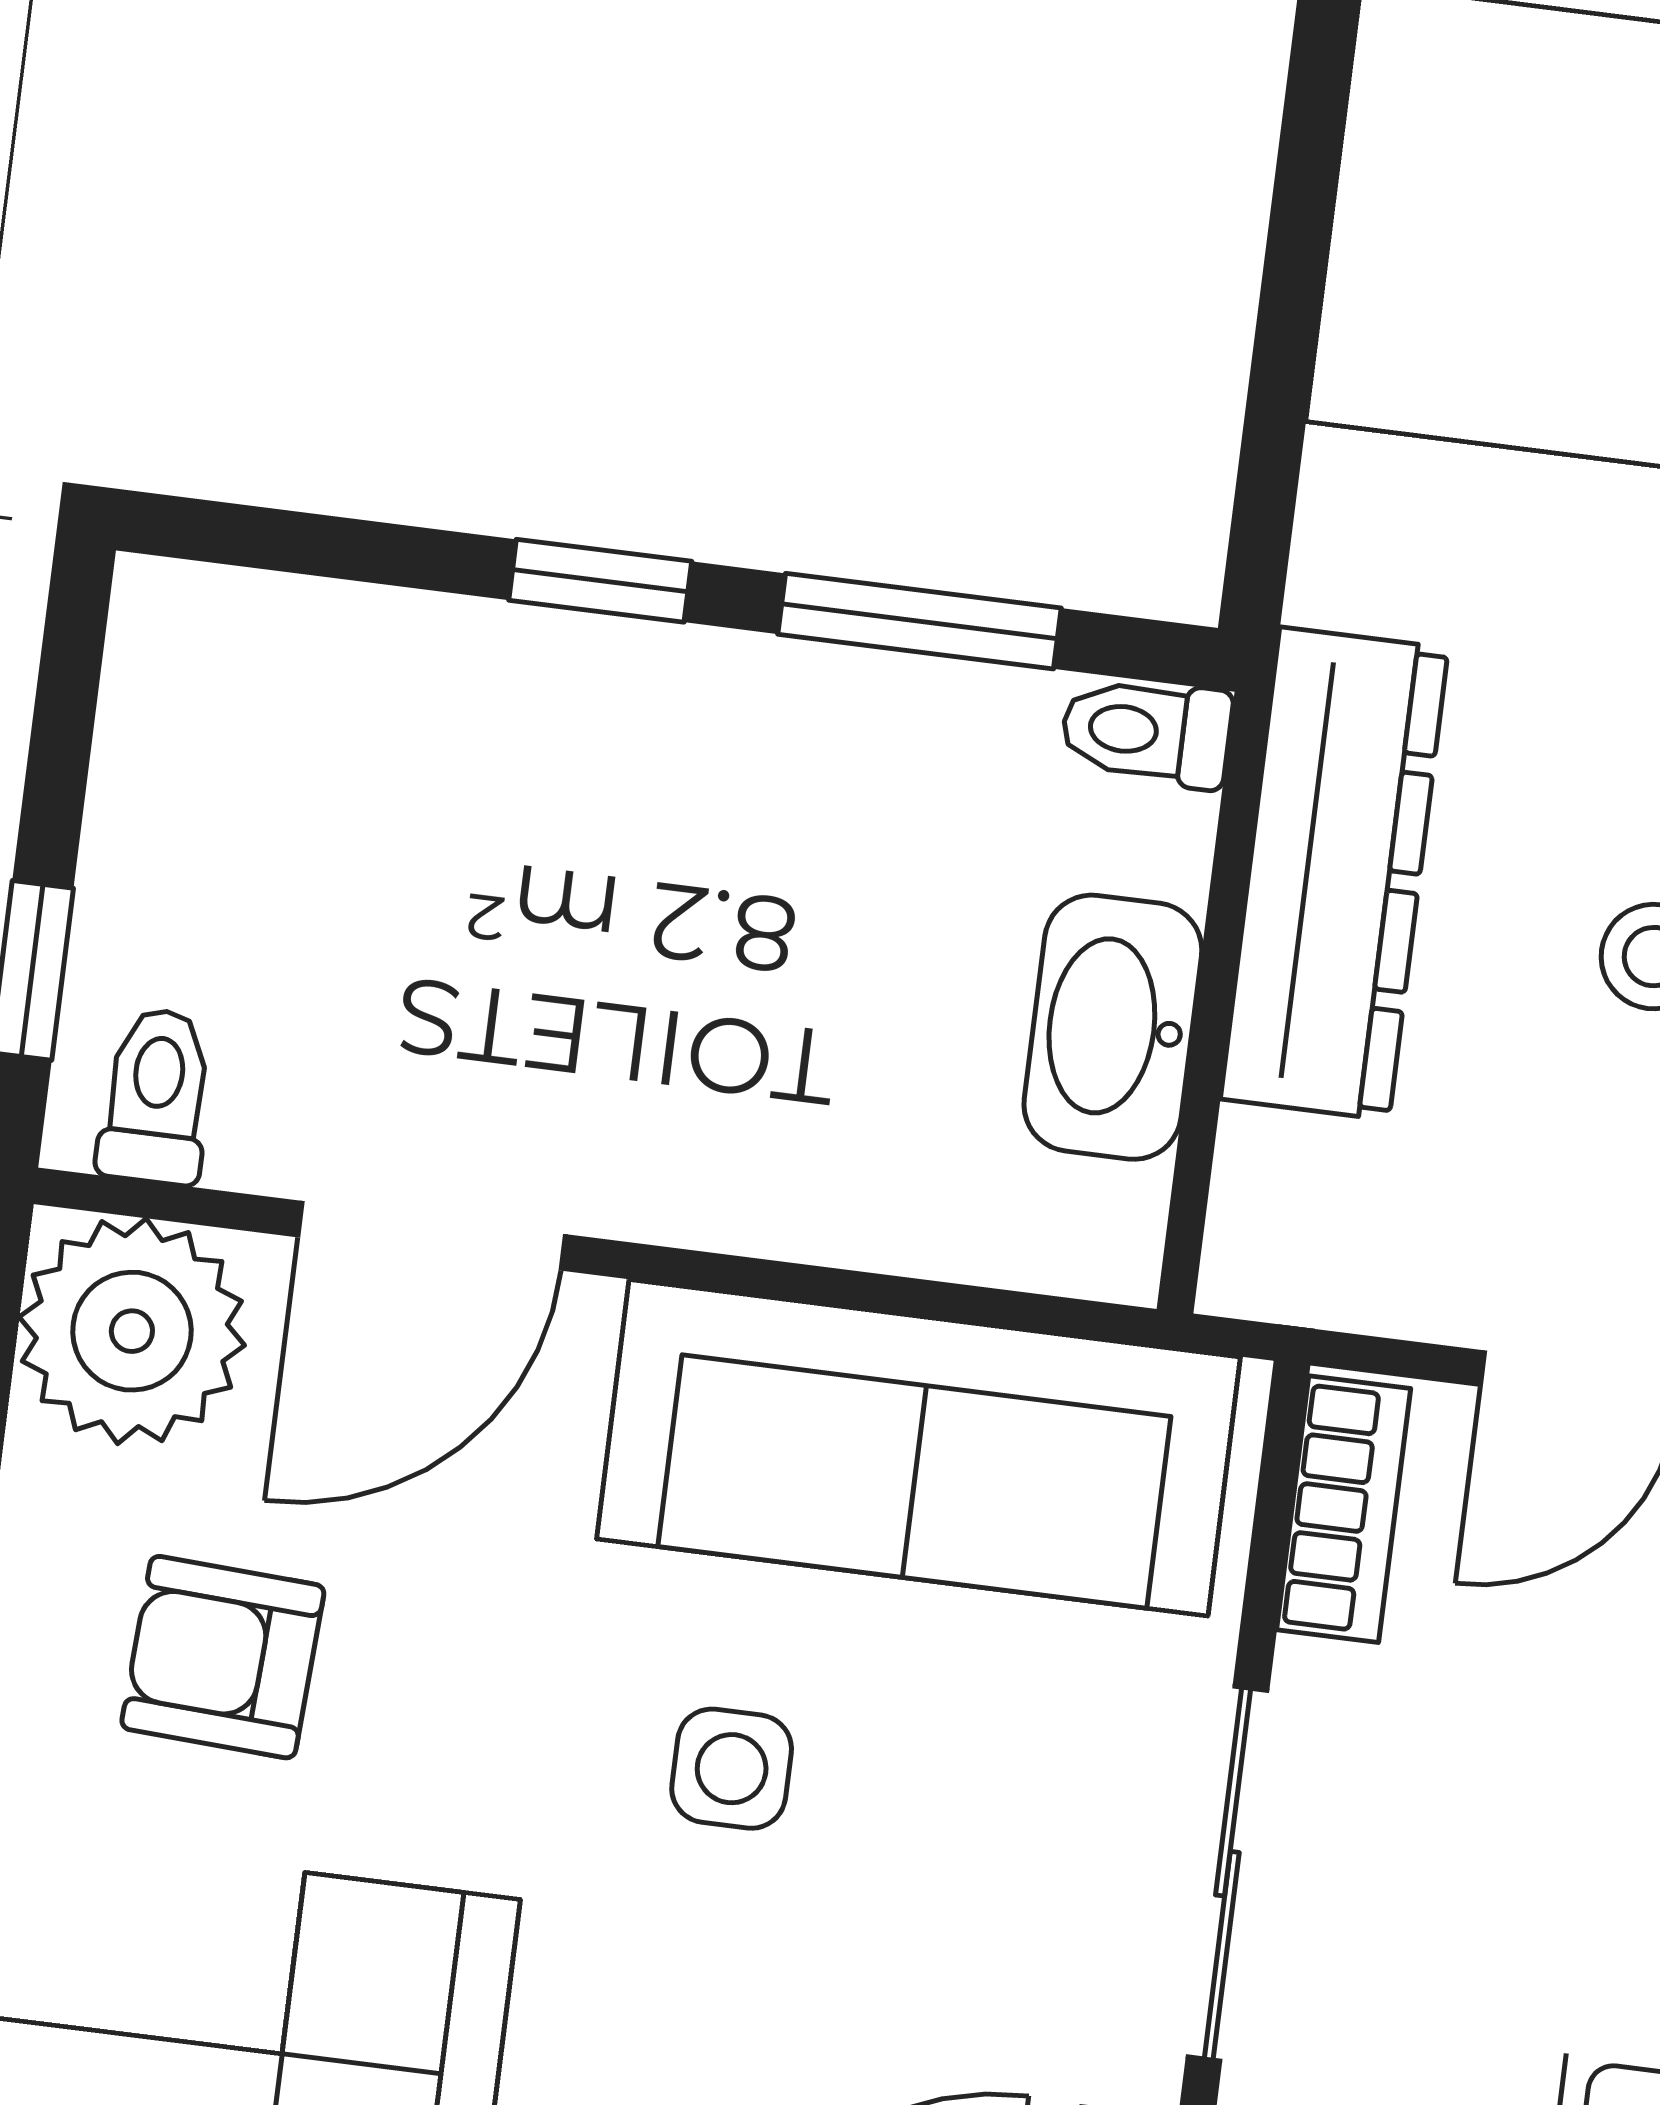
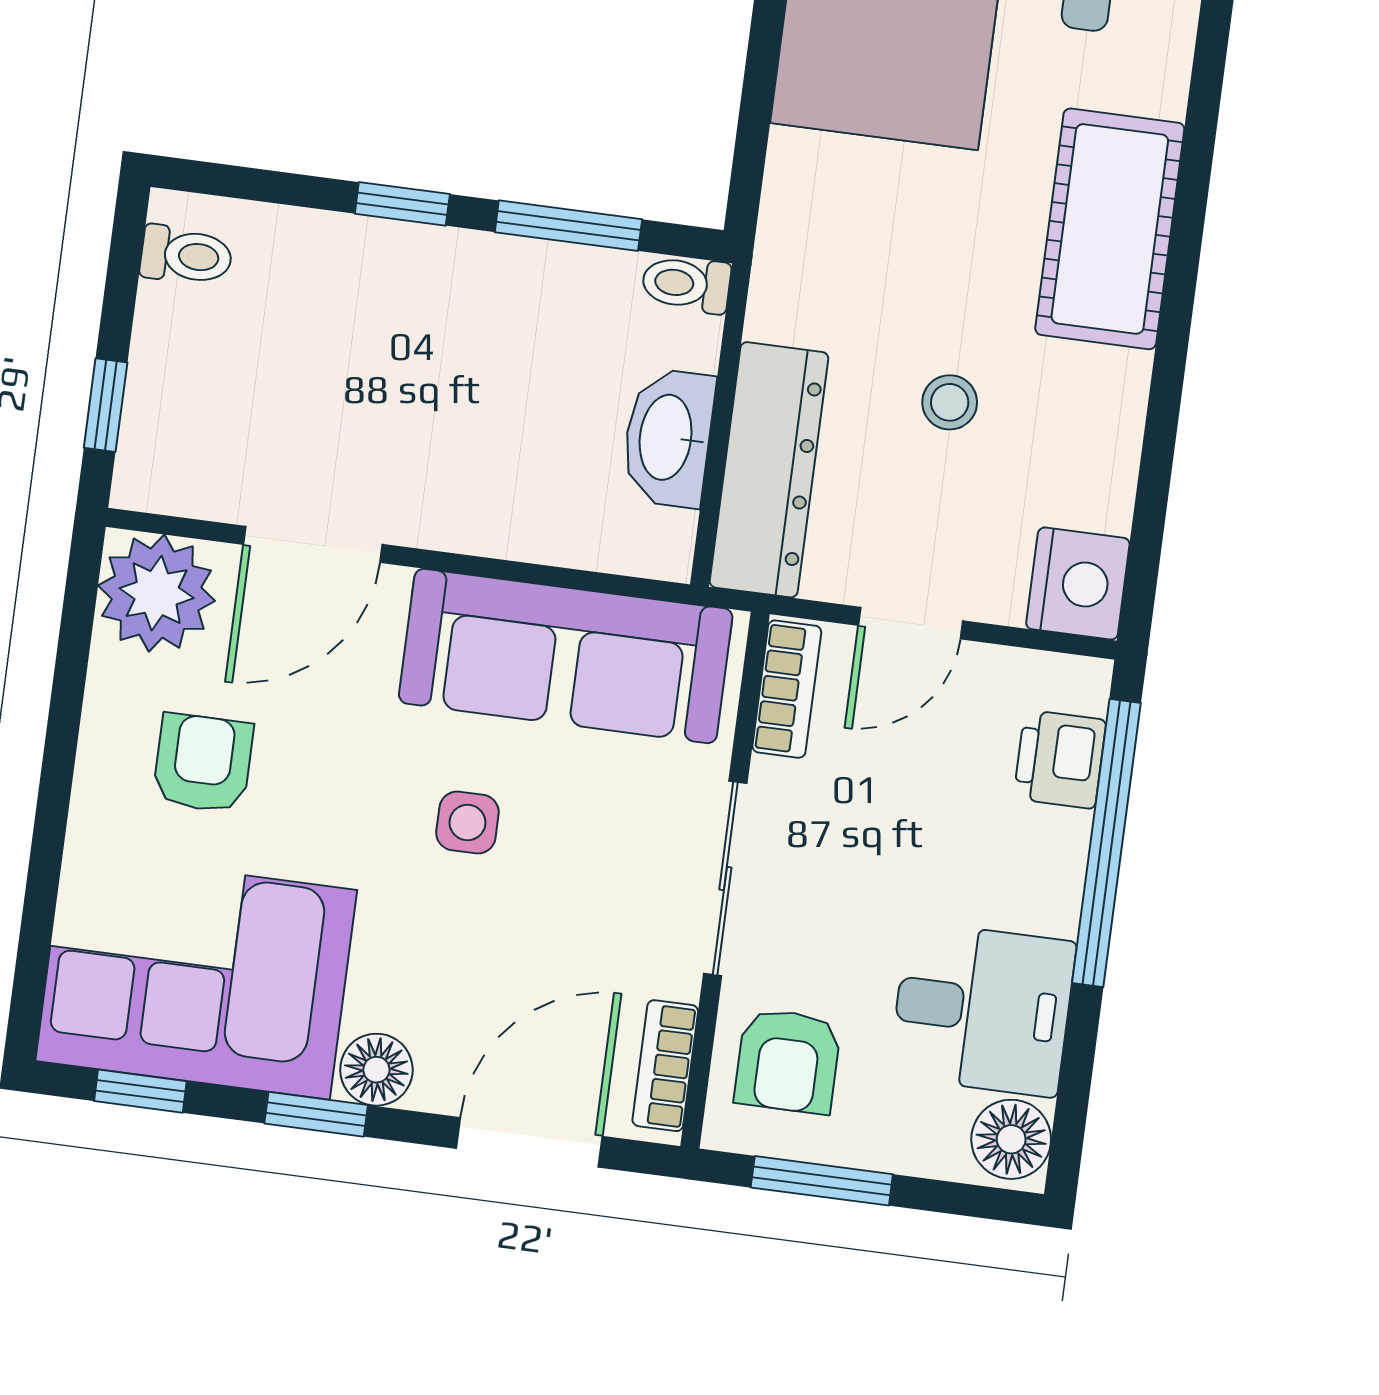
dresser: (1334, 874) -> (769, 470), moved
toilet: (156, 1096) -> (186, 255), moved, turned 90
armchair: (223, 1657) -> (203, 763), turned 87

